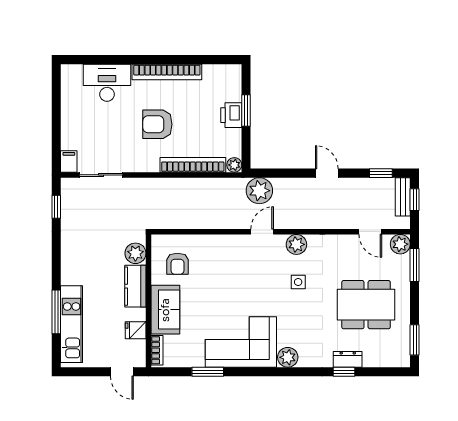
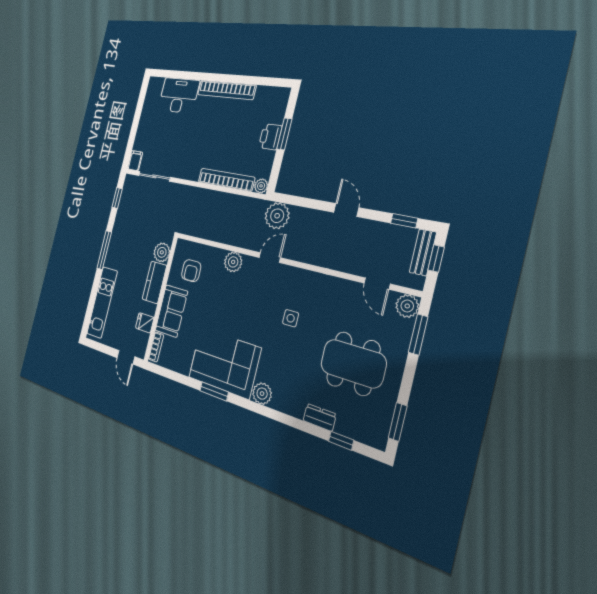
armchair: (157, 124) -> (207, 137), removed
plant: (296, 244) -> (233, 262), moved
window: (56, 312) -> (104, 250), moved
window: (208, 372) -> (214, 391), moved
window: (344, 372) -> (341, 441), moved

